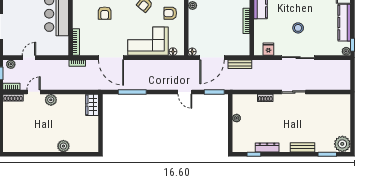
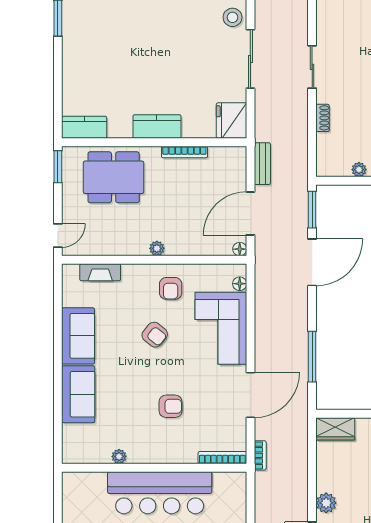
stool: (298, 28) -> (233, 17), moved
fridge: (268, 49) -> (232, 121), width x1.88, depth x1.34
door: (212, 58) -> (250, 213), swing flipped
door: (185, 92) -> (312, 262), width x1.87

